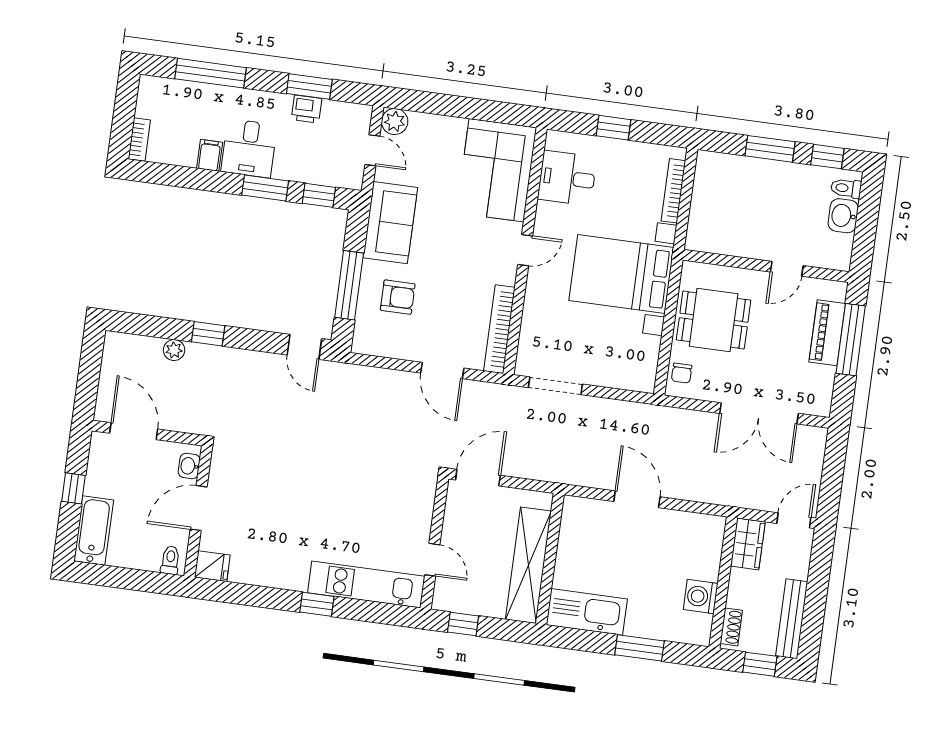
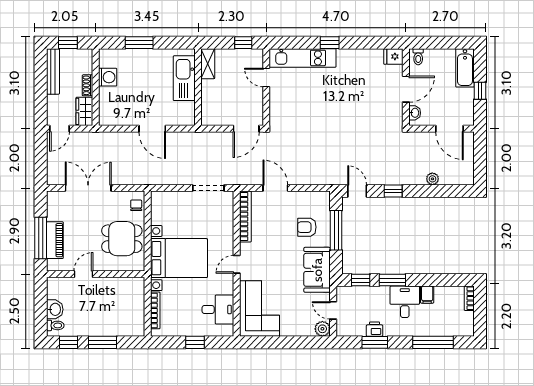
window: (208, 334) -> (393, 191), moved
shelving: (528, 565) -> (208, 64), width x0.45, depth x0.75
kitchen sink: (587, 612) -> (184, 78), moved, turned 90
shoe rack: (731, 627) -> (87, 85), moved

